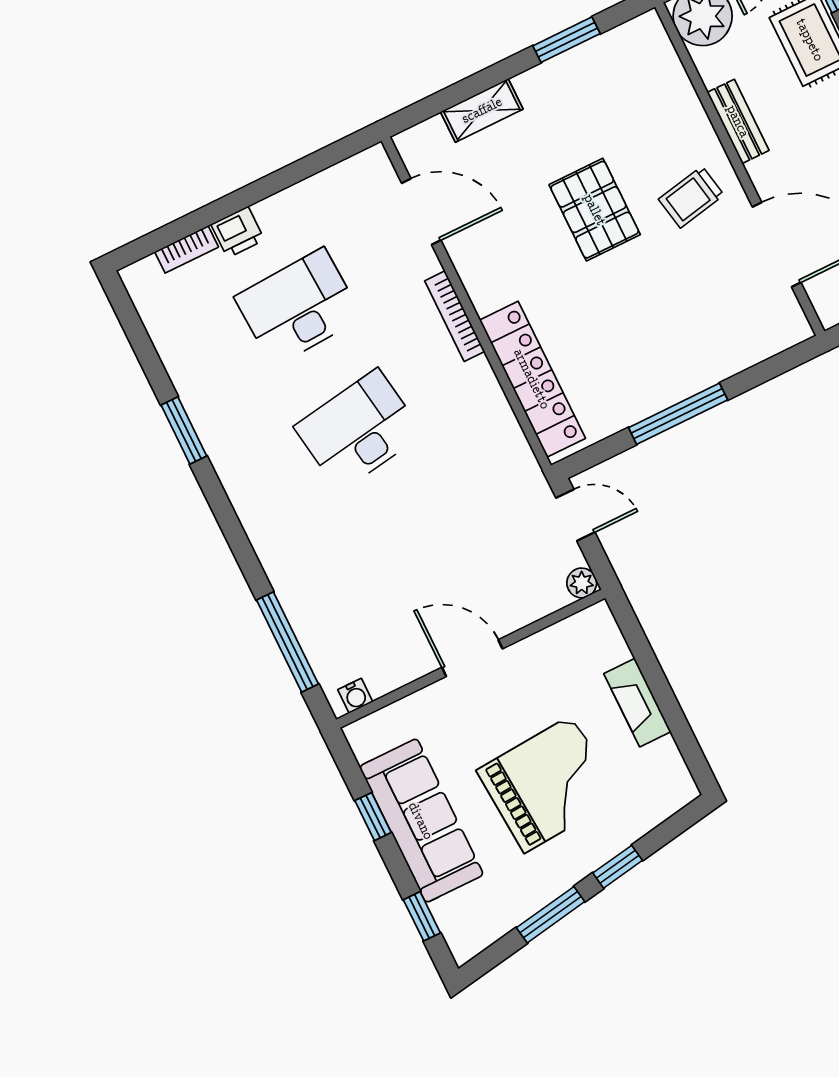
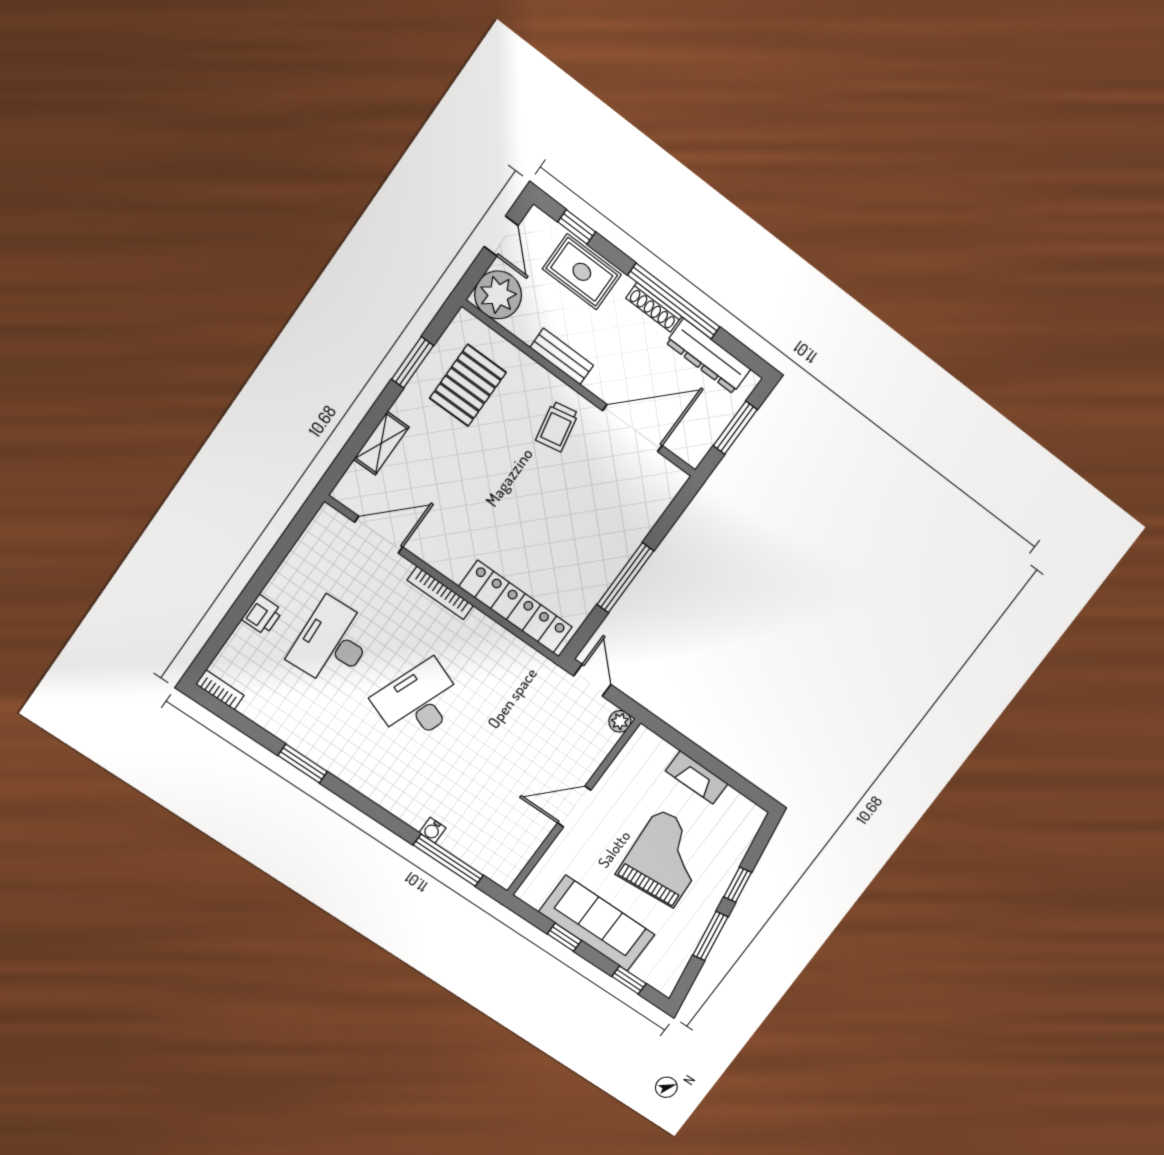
pallet: (595, 210) -> (468, 385), moved, turned 90
bookcase: (187, 249) -> (220, 690), moved, turned -90
desk: (359, 430) -> (418, 702), turned 30
door: (575, 515) -> (592, 680), hinge flipped
water cooler: (355, 696) -> (432, 830), moved, turned 90

